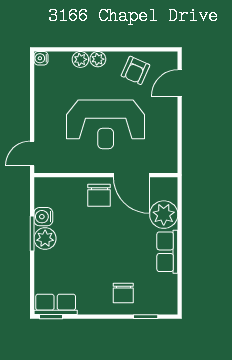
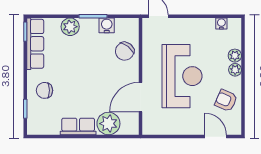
water cooler: (41, 58) -> (221, 23), moved
reception desk: (106, 124) -> (182, 76), turned 180
chair: (99, 195) -> (125, 51), moved, turned -51
plant: (45, 239) -> (70, 27), moved
row of seats: (56, 304) -> (35, 44), width x1.48

